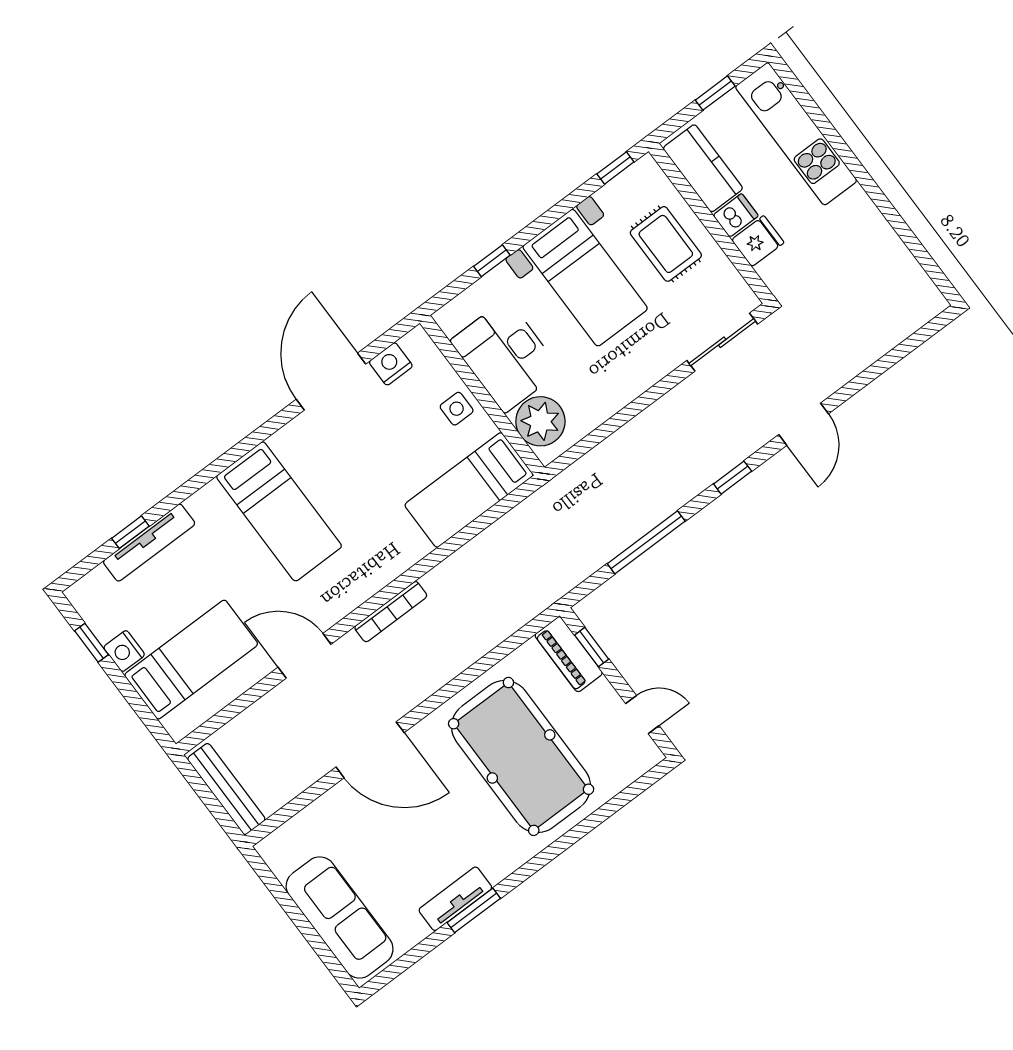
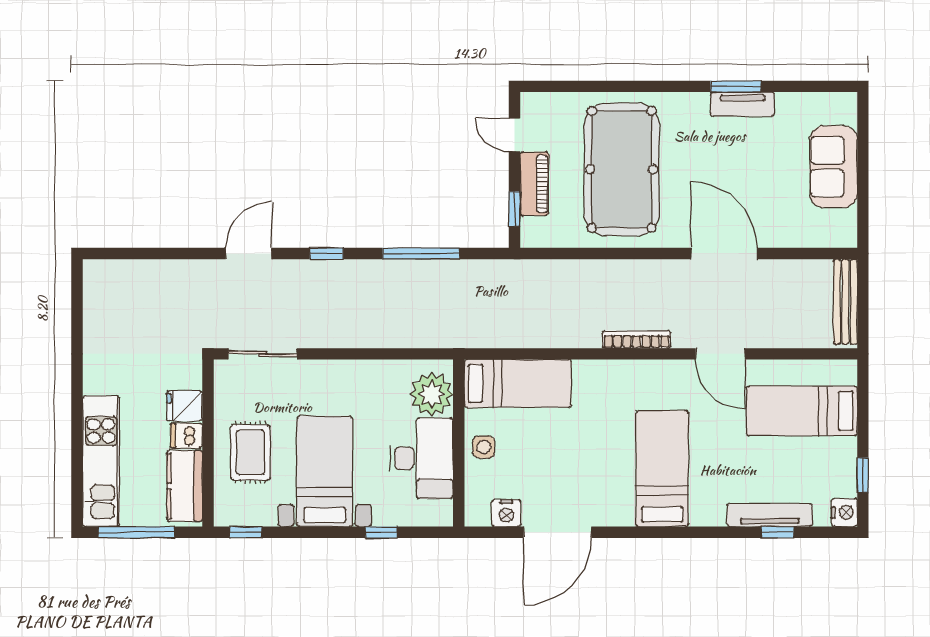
window: (715, 93) -> (136, 532), width x2.17
nightstand: (124, 651) -> (844, 513), moved
piano: (569, 654) -> (534, 184), moved
sofa: (340, 918) -> (834, 167), width x0.73

